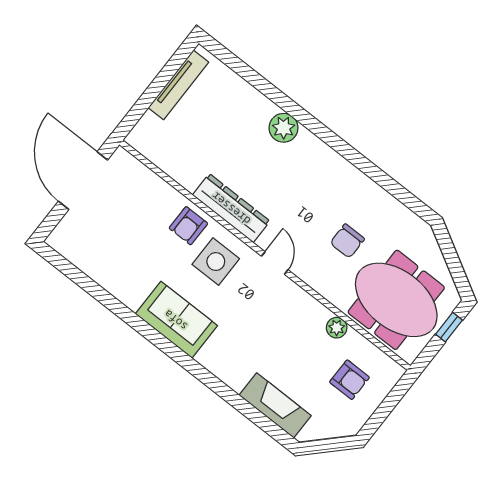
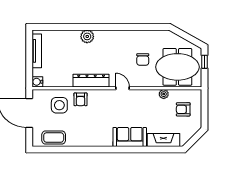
water cooler: (138, 138) -> (37, 82), added
coffee table: (92, 255) -> (54, 137), added
side table: (216, 262) -> (59, 105), moved
sofa: (176, 320) -> (130, 137), moved
armchair: (350, 380) -> (183, 109), turned 180

